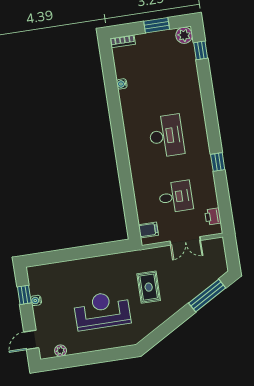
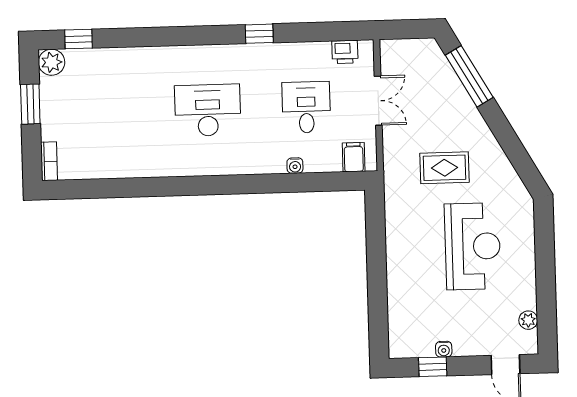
water cooler: (122, 84) -> (295, 166), moved
reception desk: (102, 311) -> (473, 246), turned 180

